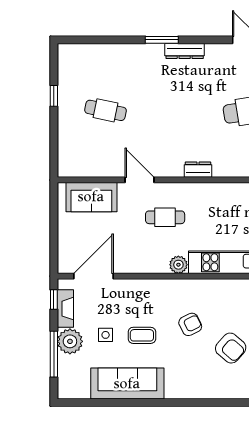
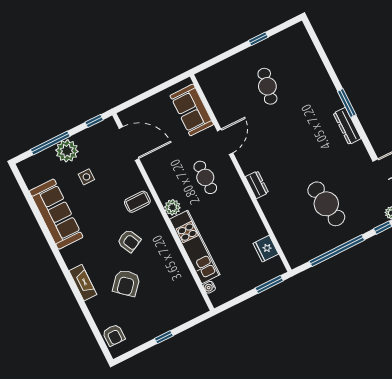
fireplace: (65, 309) -> (83, 283), moved, turned -90
coffee table: (142, 335) -> (137, 202), moved, turned 90

